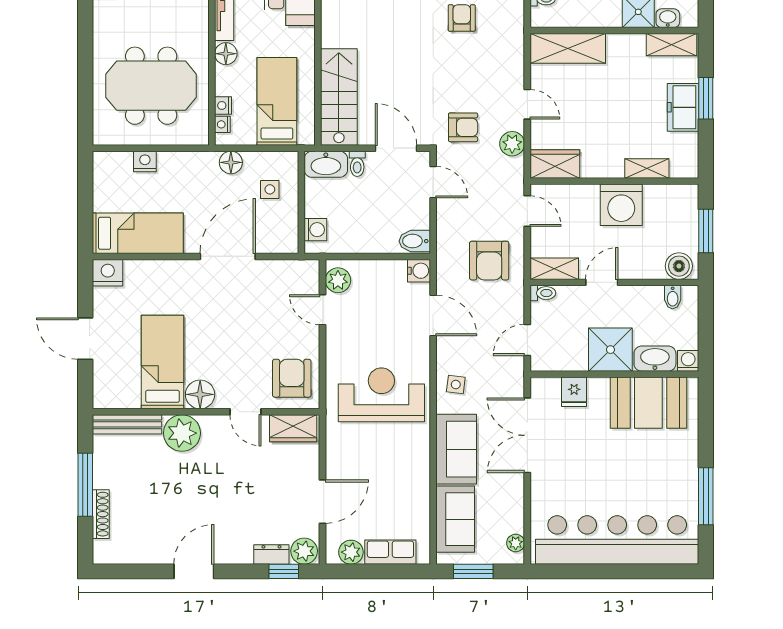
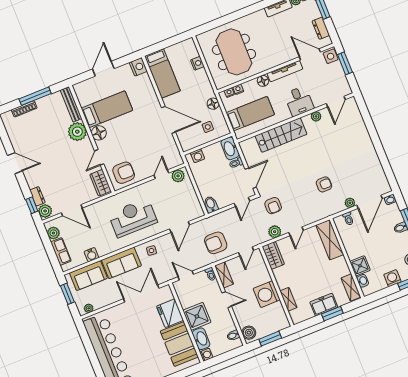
stairs: (339, 97) -> (281, 135), moved
water cooler: (419, 271) -> (91, 255), moved
fridge: (574, 392) -> (170, 313), width x1.88, depth x1.34
reception desk: (381, 395) -> (133, 218), turned -90

